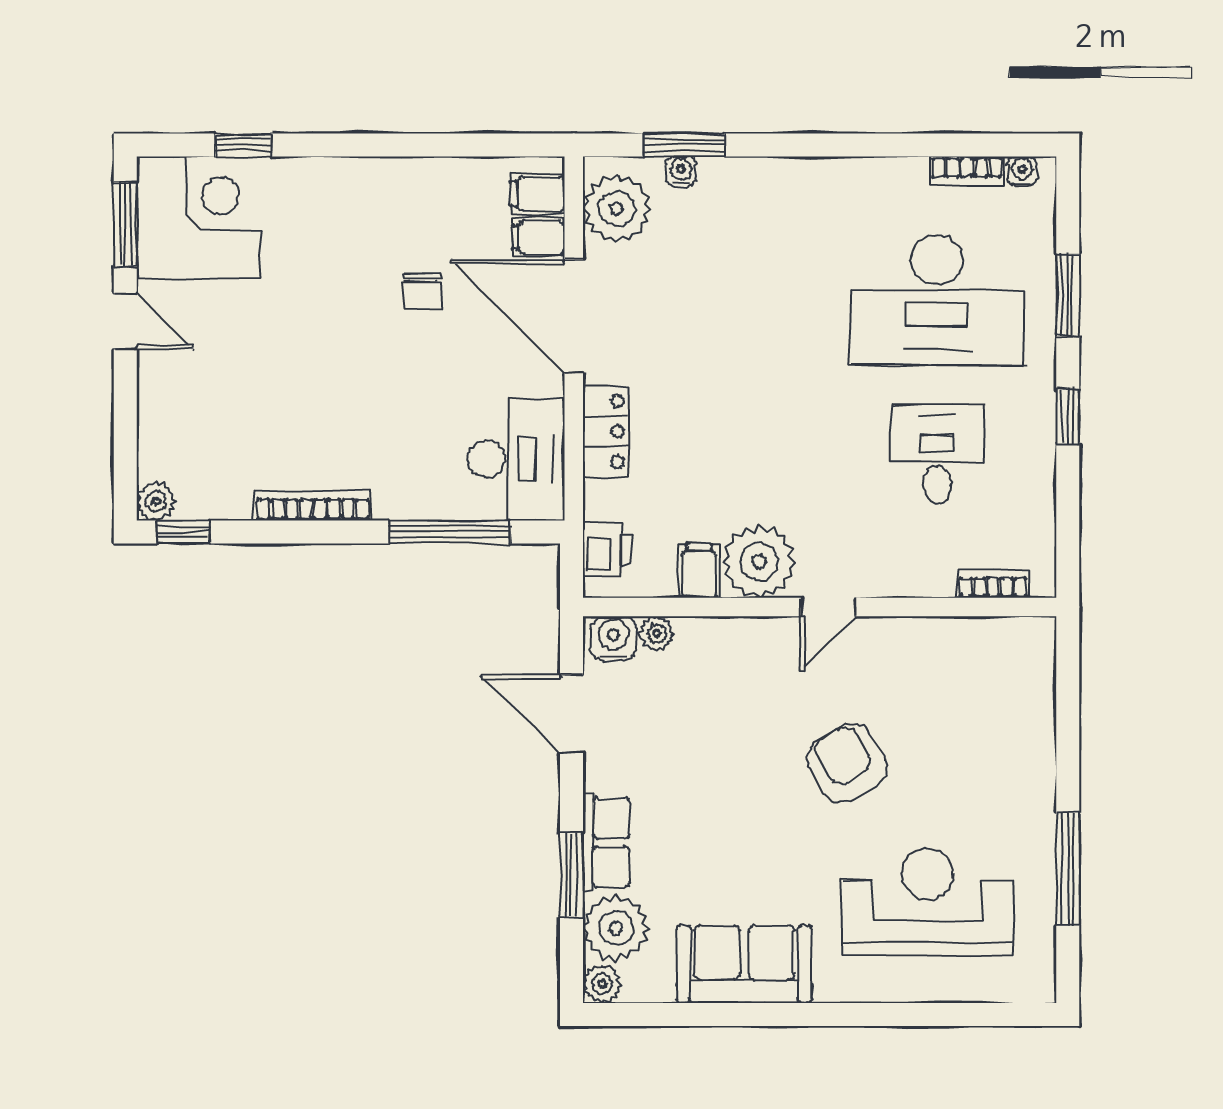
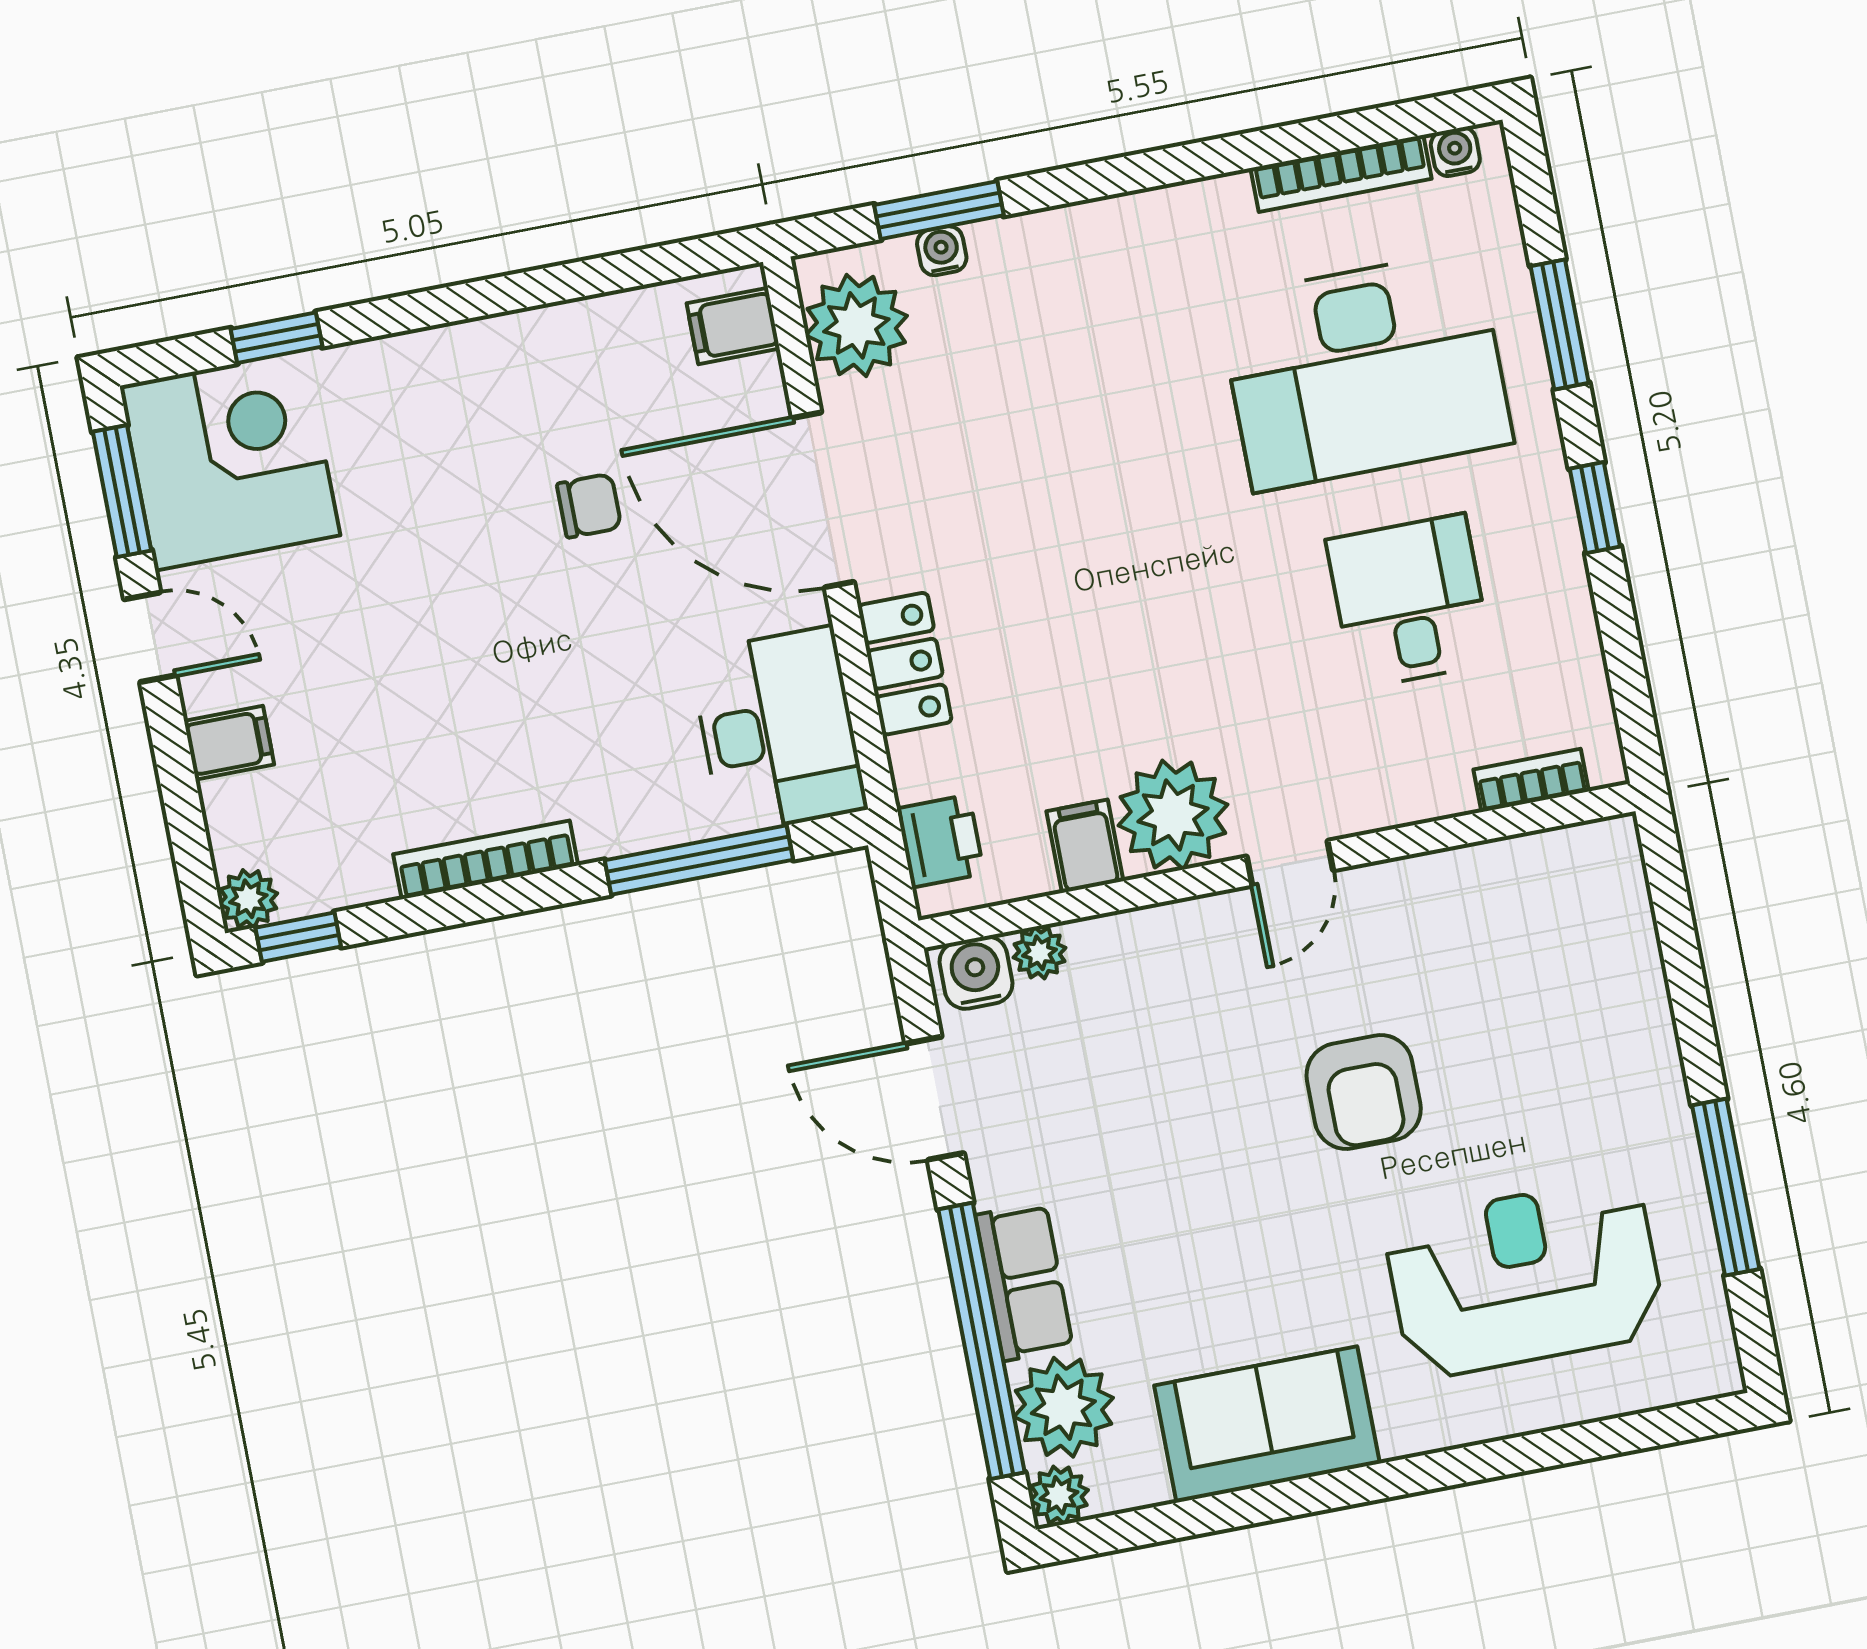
bookcase: (967, 171) -> (1341, 173), width x1.56
filing cabinet: (538, 237) -> (229, 743), moved, turned 180
chair: (423, 291) -> (589, 506), turned -90
armchair: (847, 763) -> (1364, 1092), turned -149
window: (571, 875) -> (981, 1341), width x2.11

